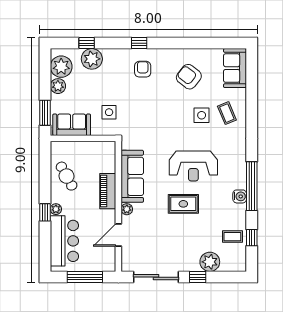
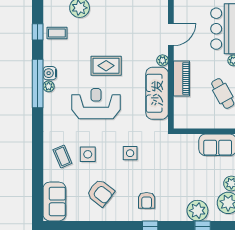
side table: (109, 112) -> (130, 153), moved
plant: (241, 183) -> (49, 86), added

